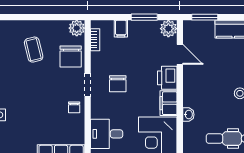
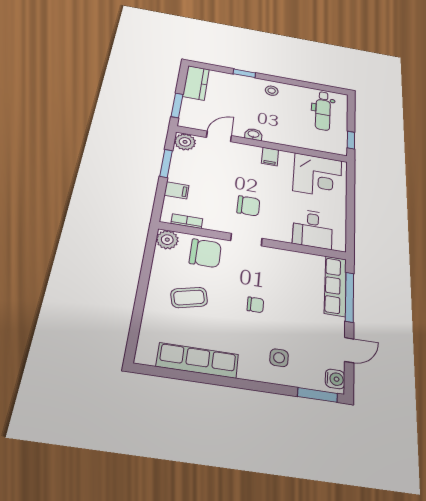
printer: (167, 78) -> (246, 154), removed
filing cabinet: (169, 103) -> (270, 157), width x0.50
chair: (74, 107) -> (255, 305), moved
washbasin: (188, 115) -> (253, 134), moved

